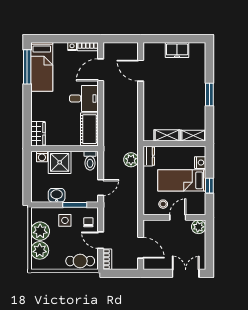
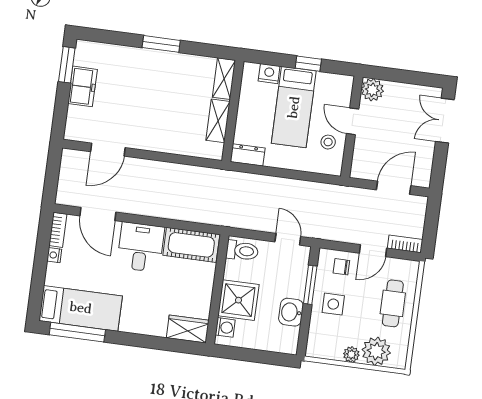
window: (189, 39) -> (67, 65), added
plant: (131, 160) -> (250, 184), removed
plant: (40, 231) -> (351, 354), width x0.53, depth x0.53
cafe table: (80, 261) -> (393, 303), moved

